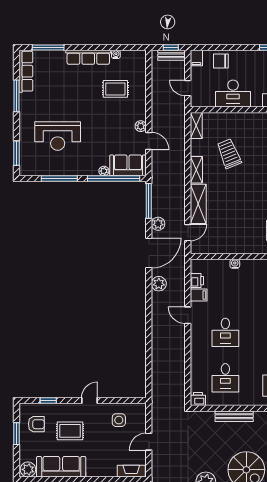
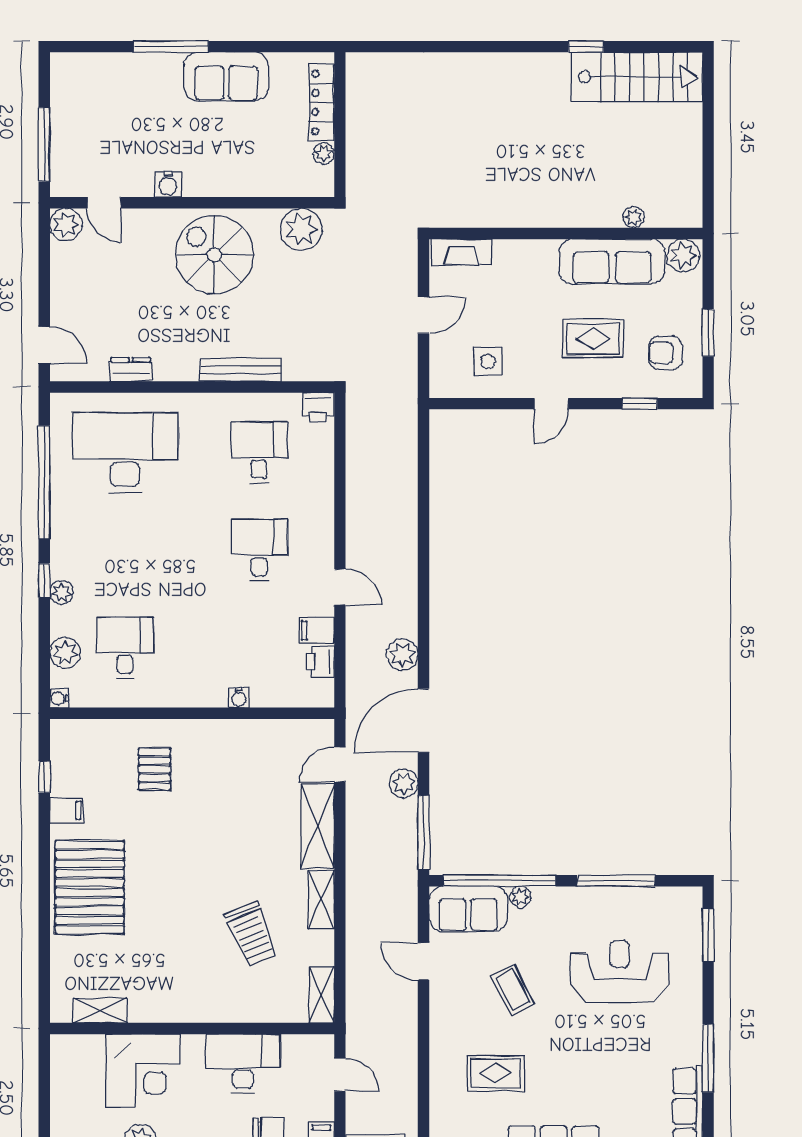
plant: (141, 126) -> (441, 993), removed
coffee table: (107, 128) -> (513, 990), added

